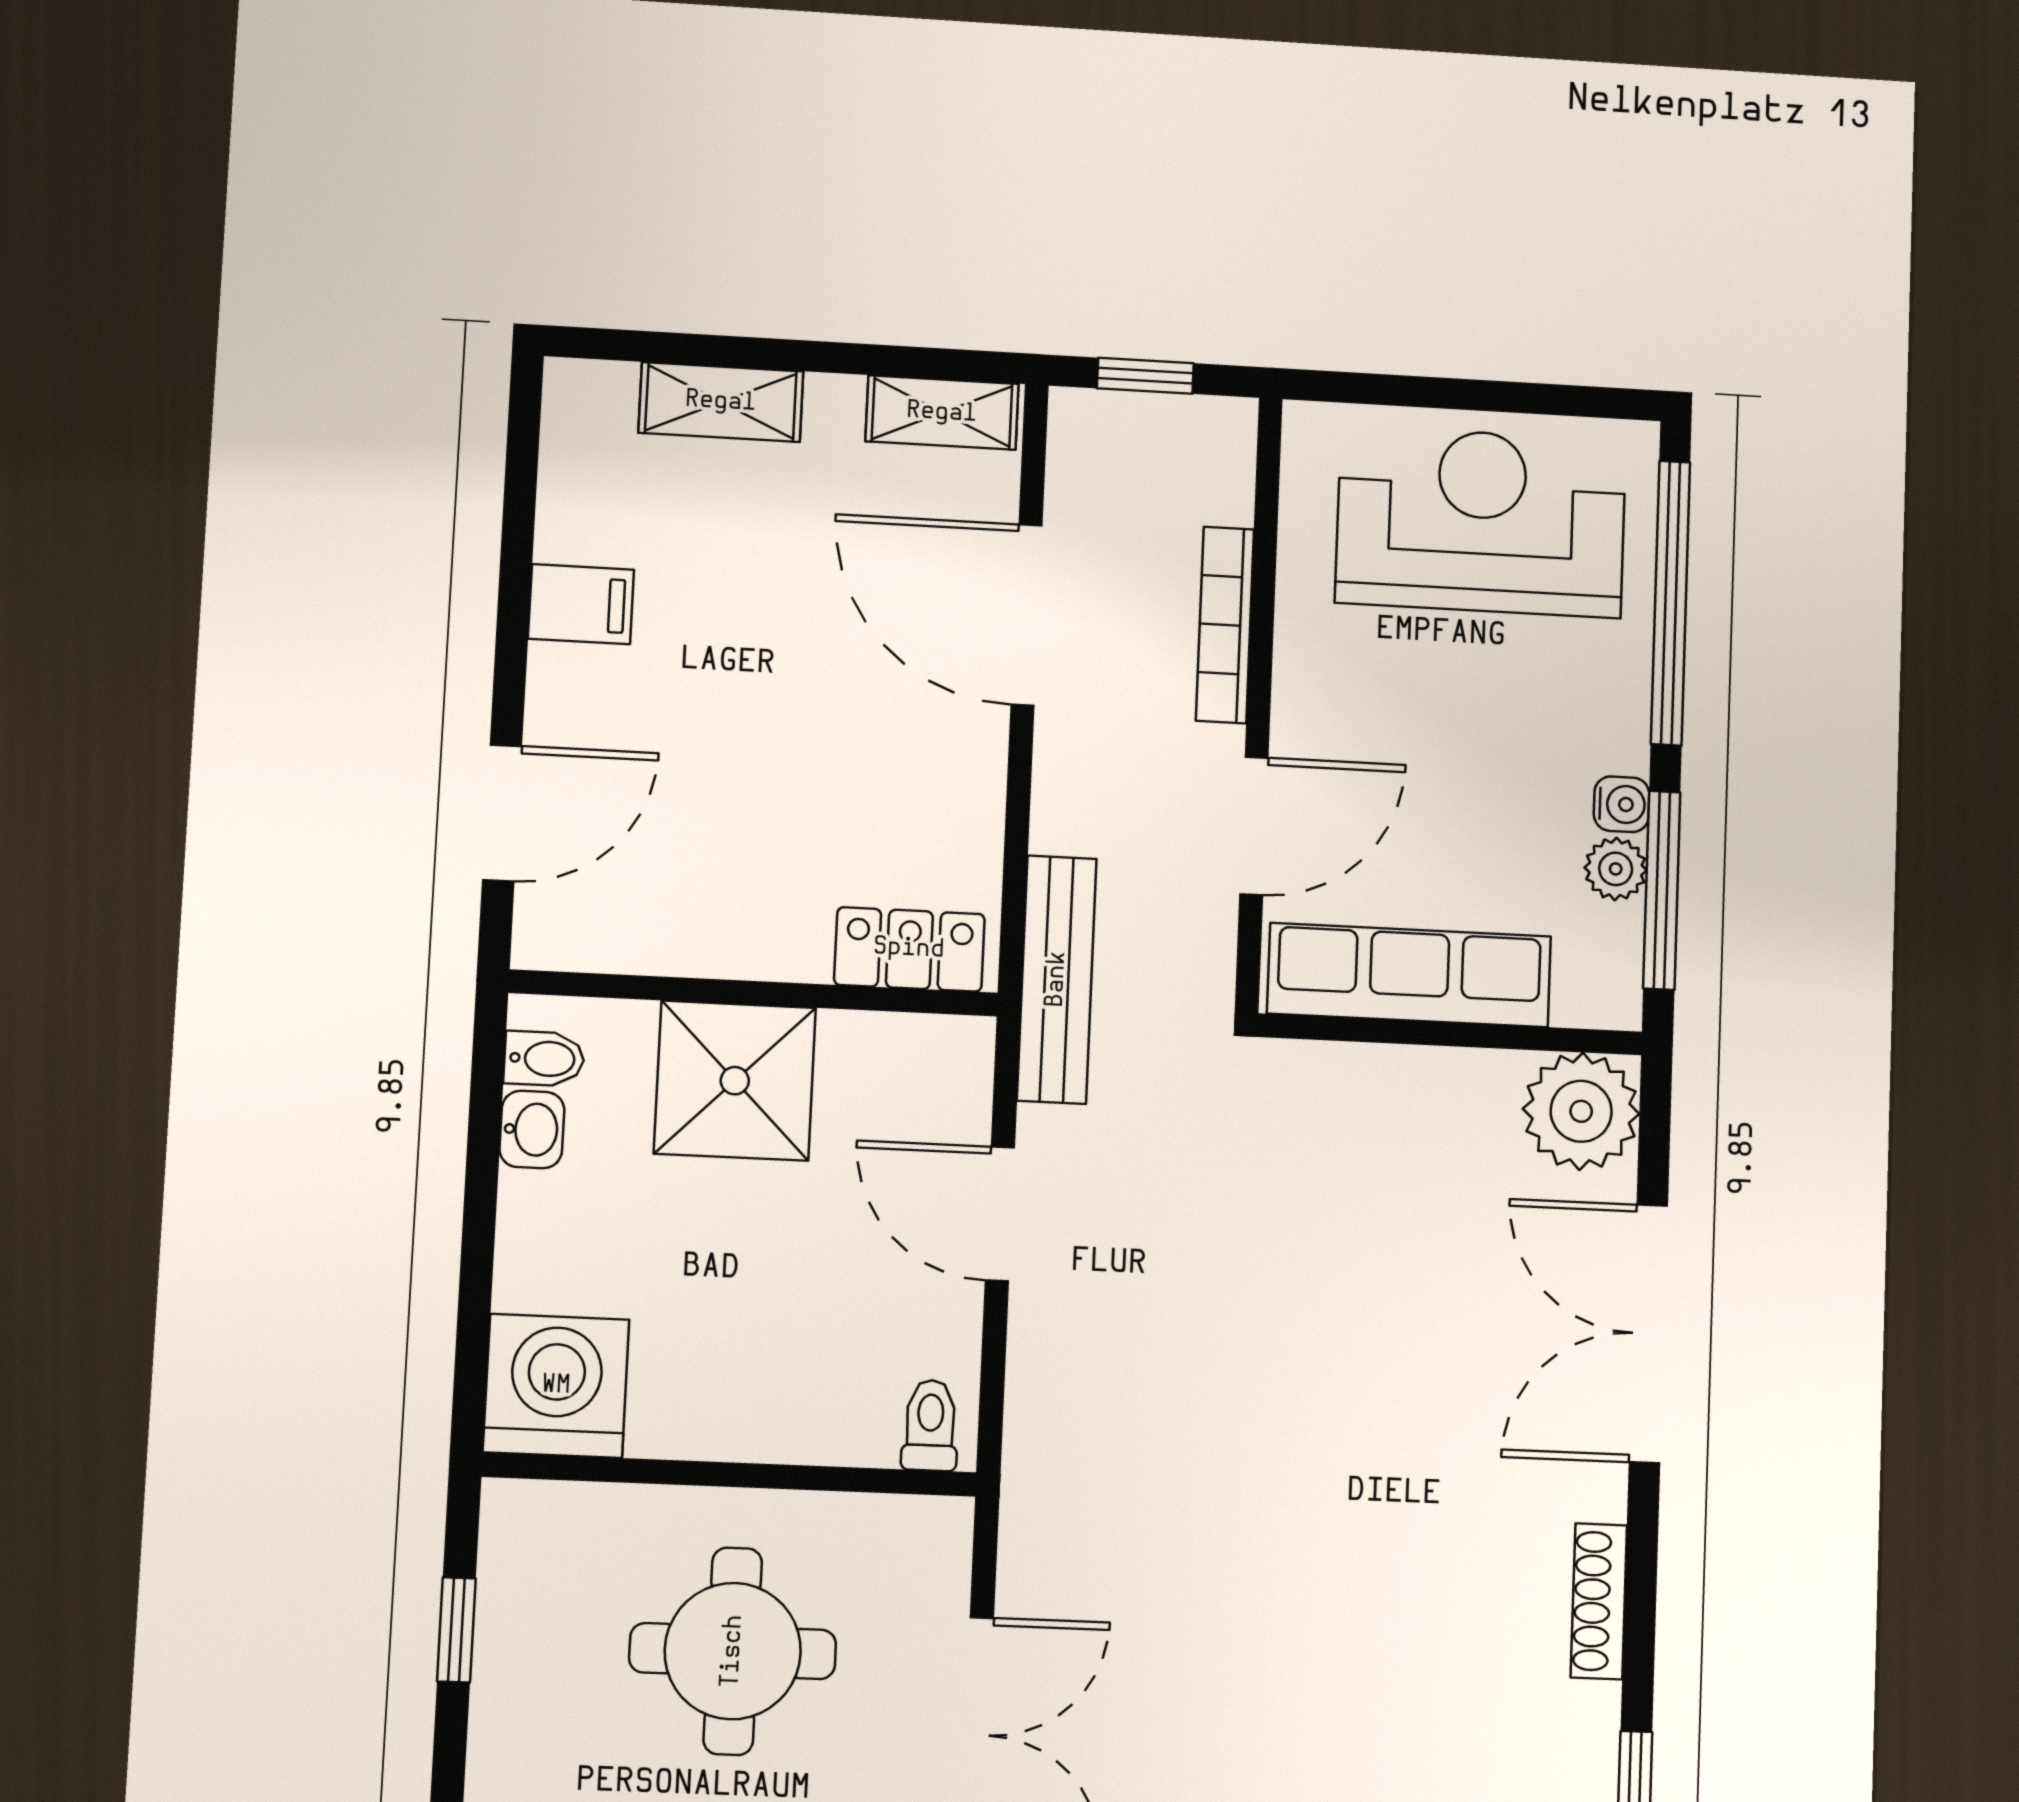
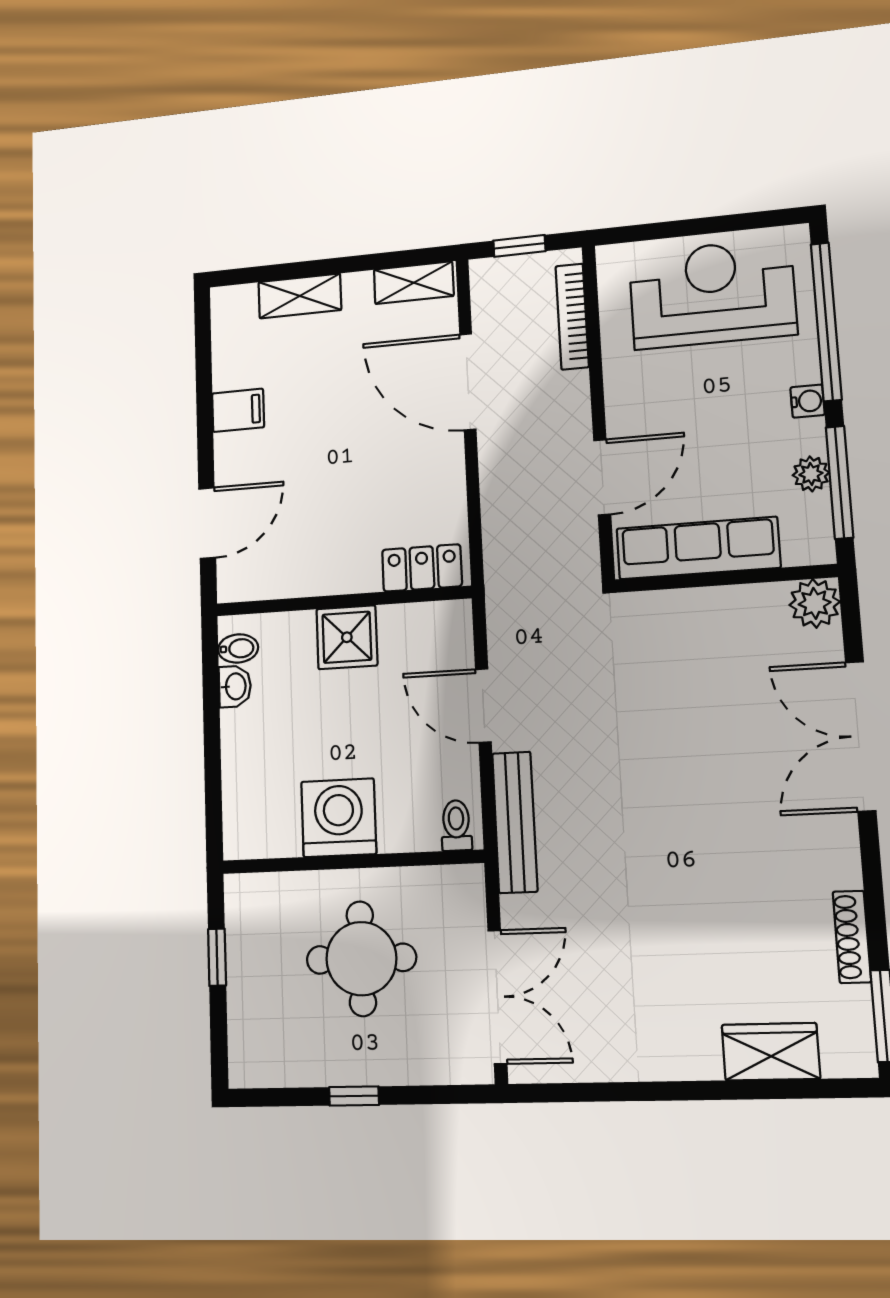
bookcase: (1225, 625) -> (572, 317), moved
water cooler: (1622, 804) -> (807, 401), moved
bench: (1057, 979) -> (515, 822), moved
shower: (735, 1081) -> (347, 637), width x0.73, depth x0.73
plant: (1581, 1111) -> (815, 603), width x0.73, depth x0.73
washing machine: (556, 1386) -> (339, 818), moved
shoe rack: (1599, 1601) -> (852, 937), moved

